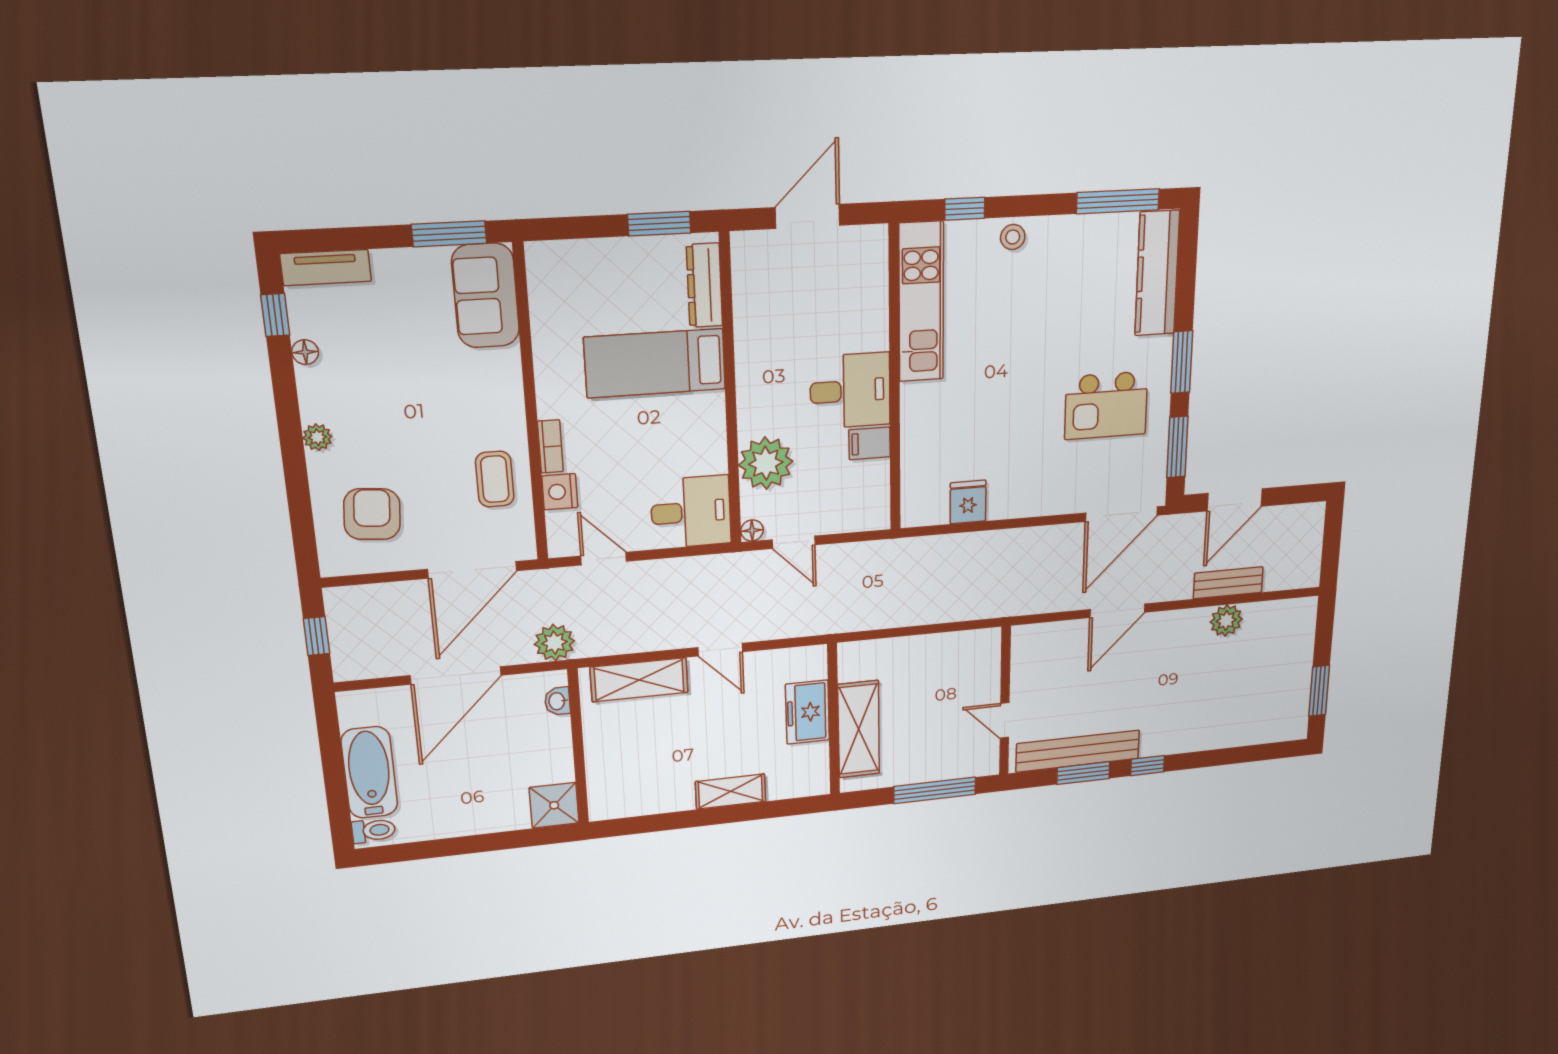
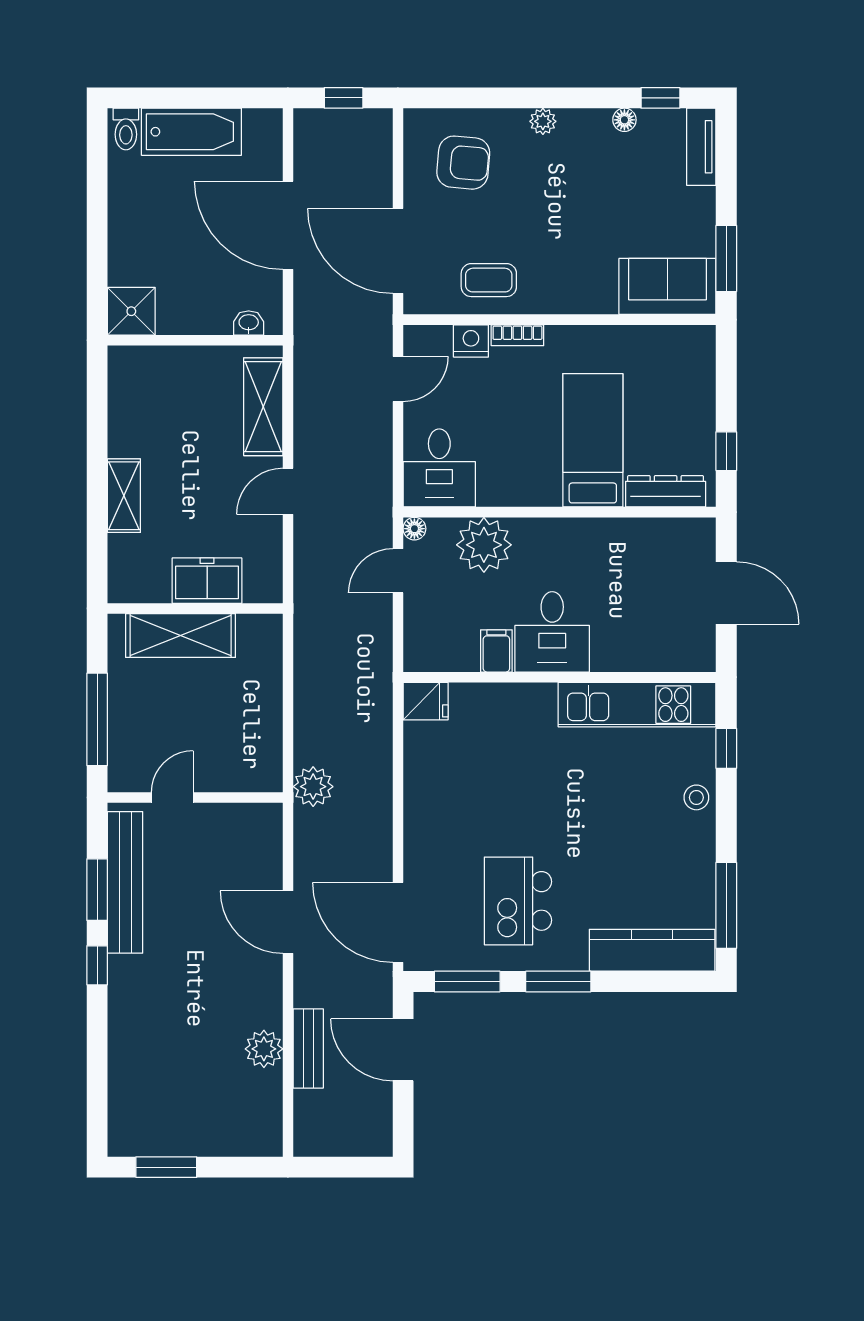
window: (659, 224) -> (726, 451), width x0.67
fridge: (968, 502) -> (426, 701), moved
plant: (554, 643) -> (313, 787), moved

